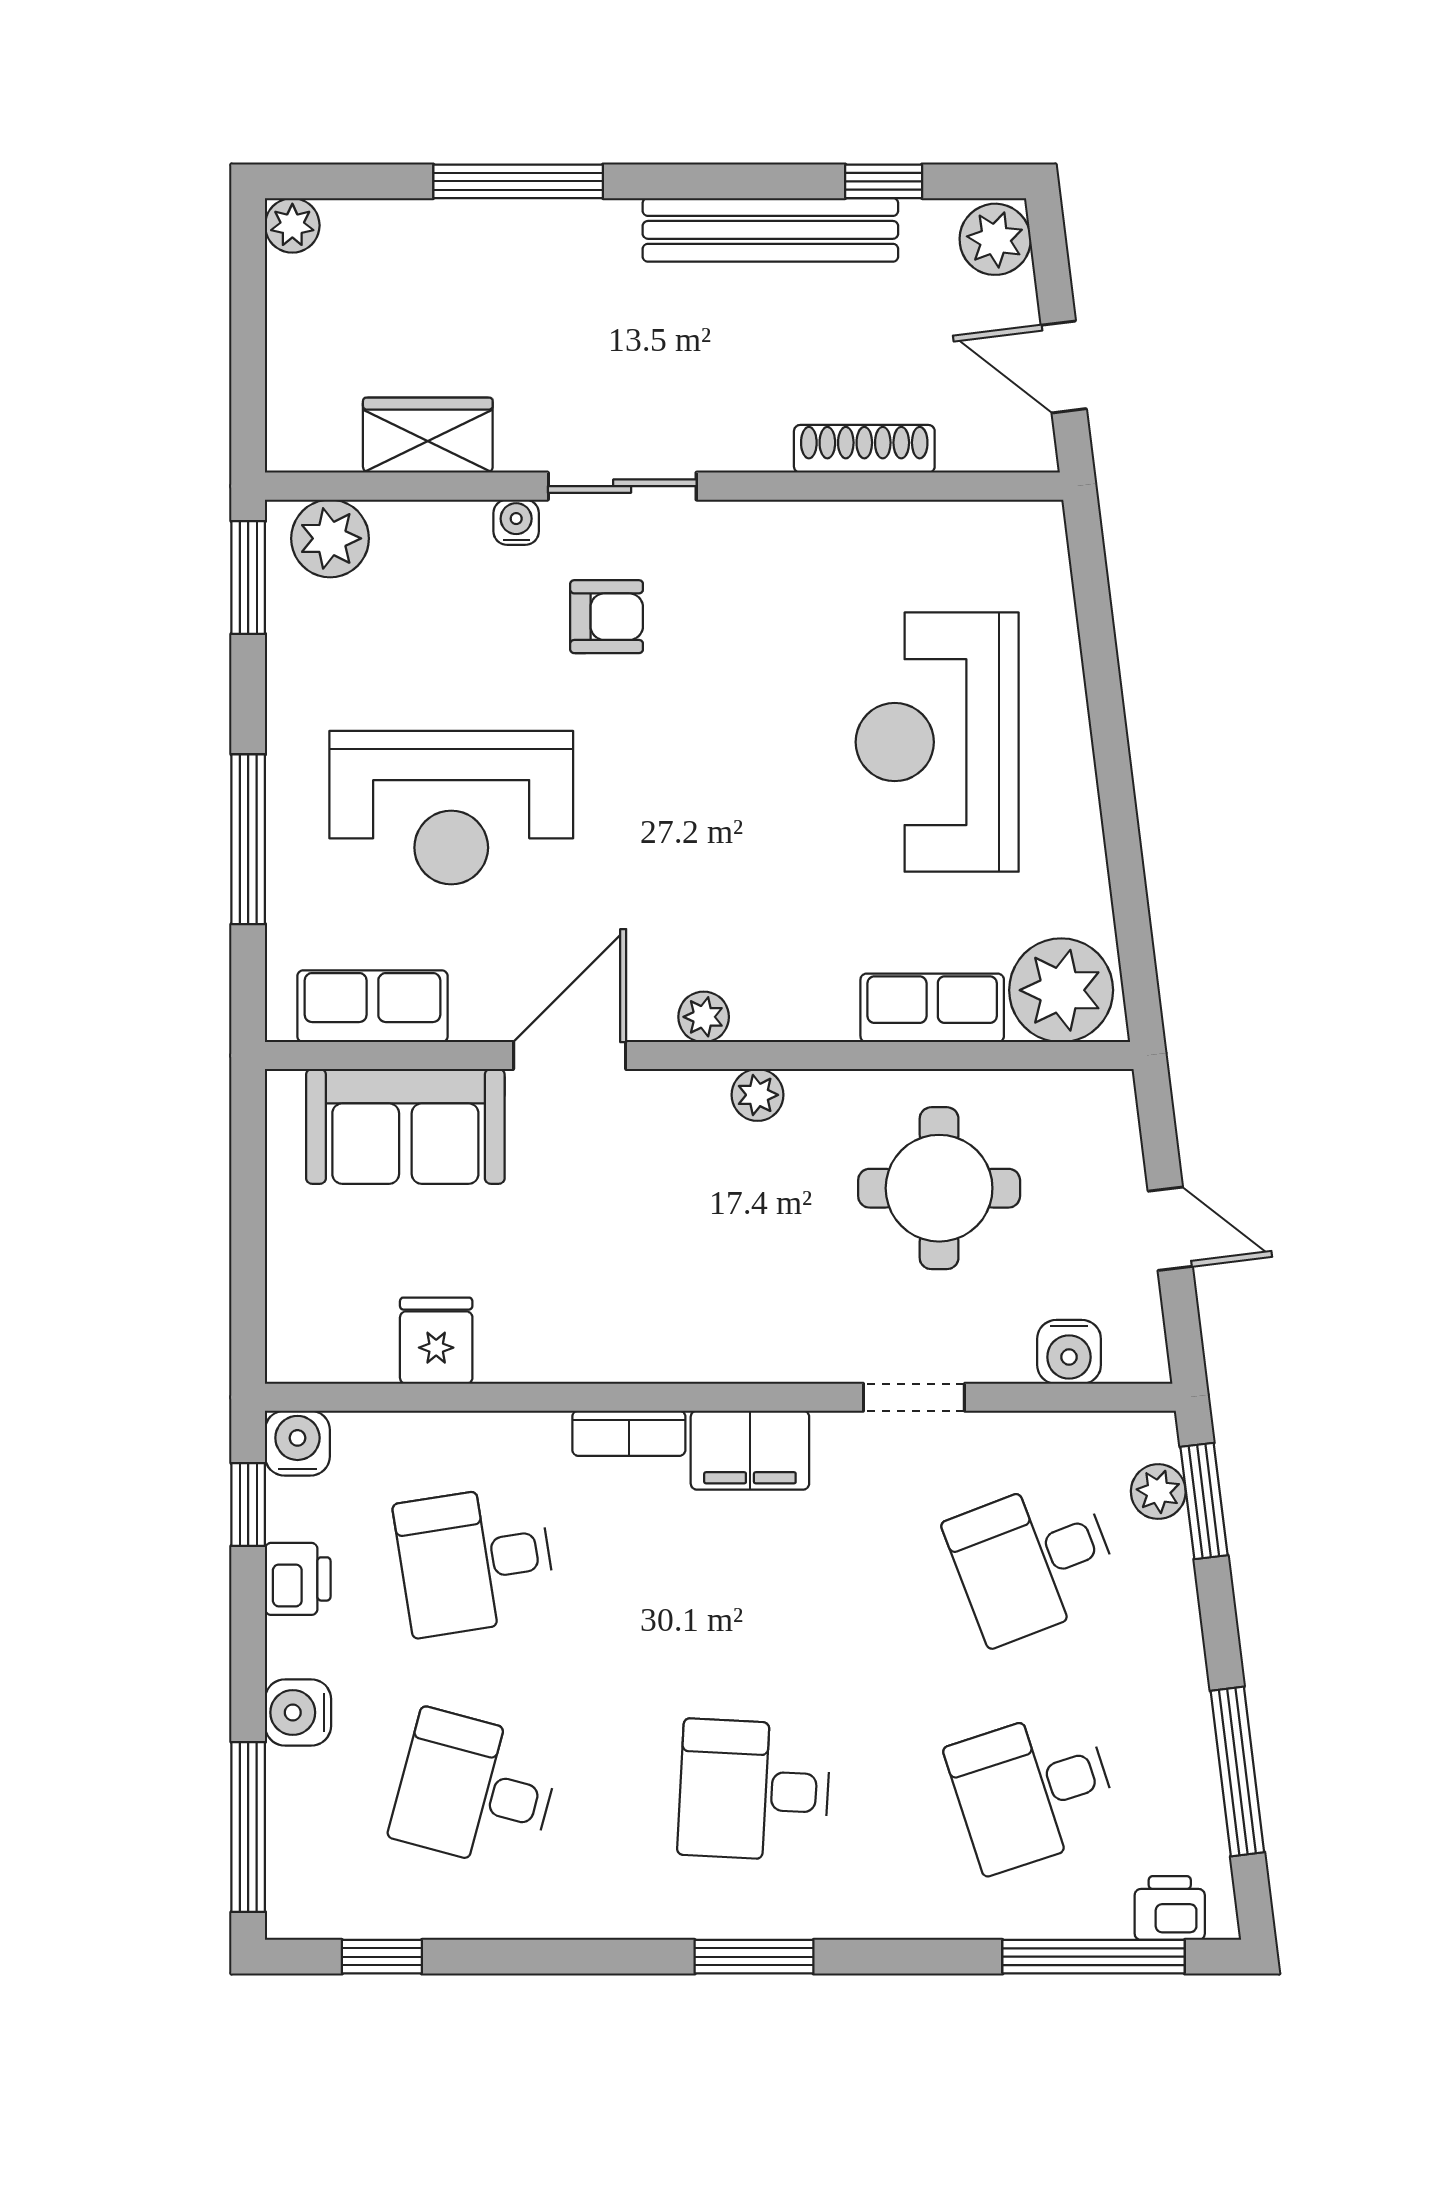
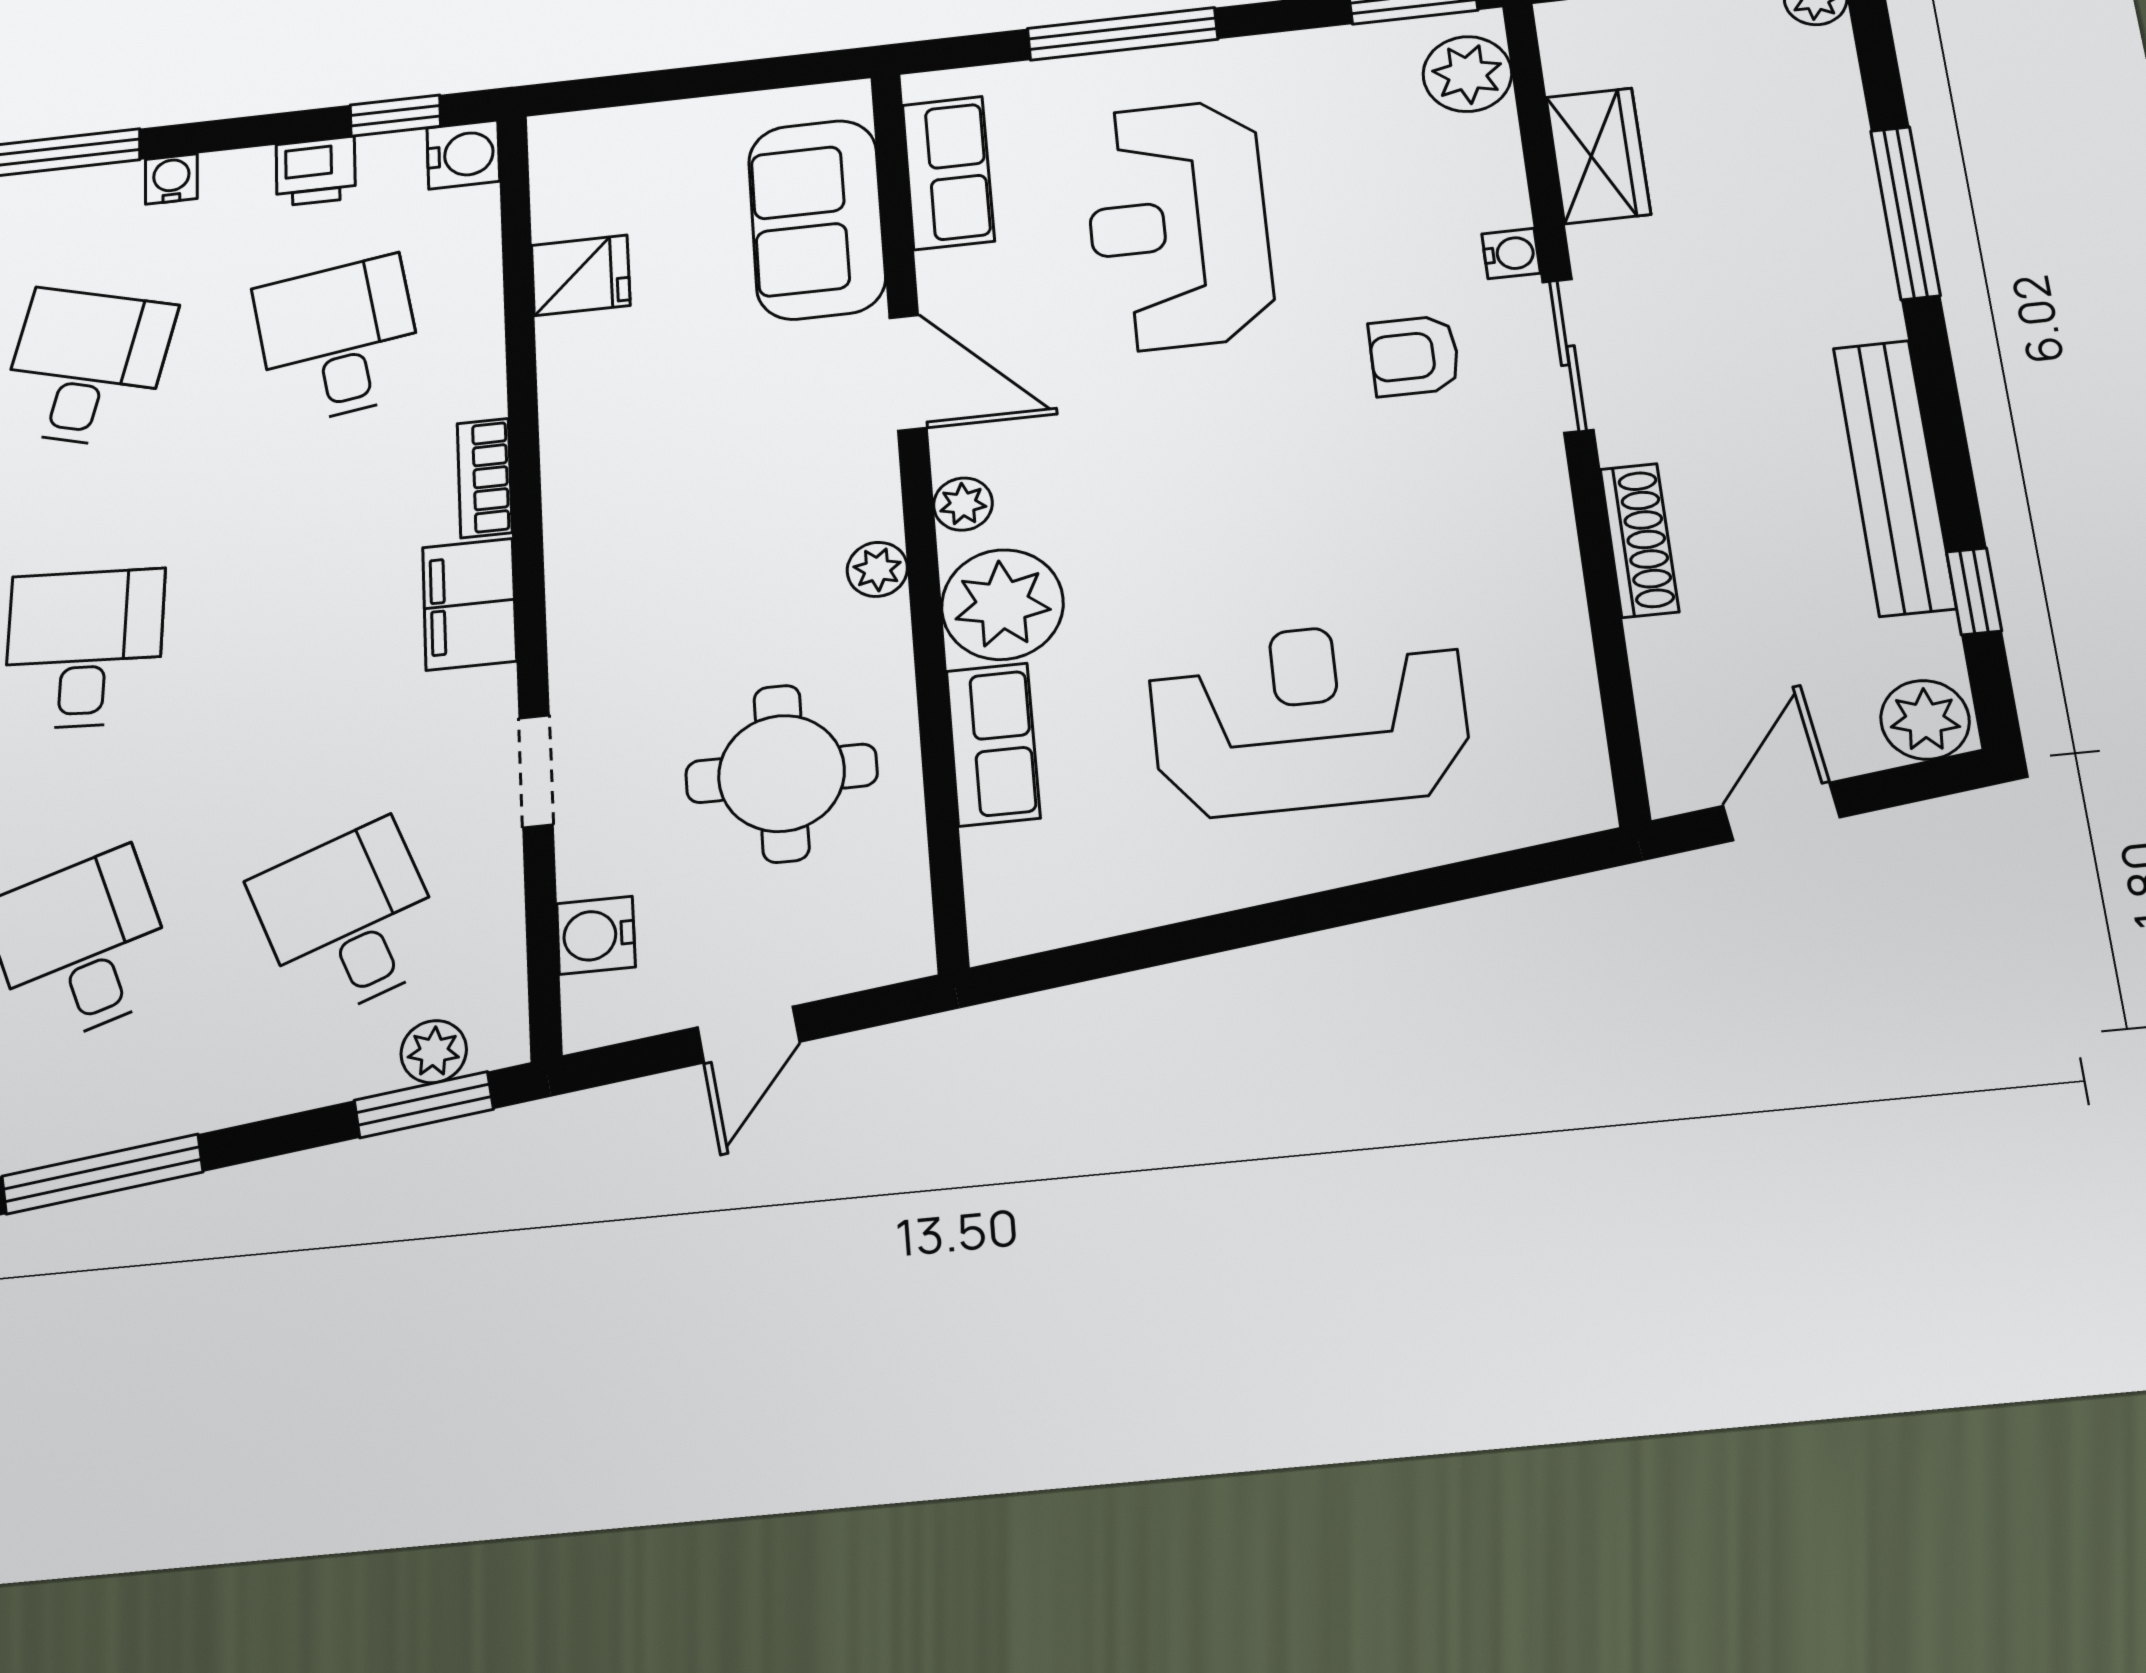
shoe rack: (864, 449) -> (1639, 540), moved
armchair: (607, 617) -> (1414, 356), turned 90
plant: (1061, 990) -> (1002, 604), moved
water cooler: (298, 1712) -> (171, 179), width x0.72, depth x0.72

